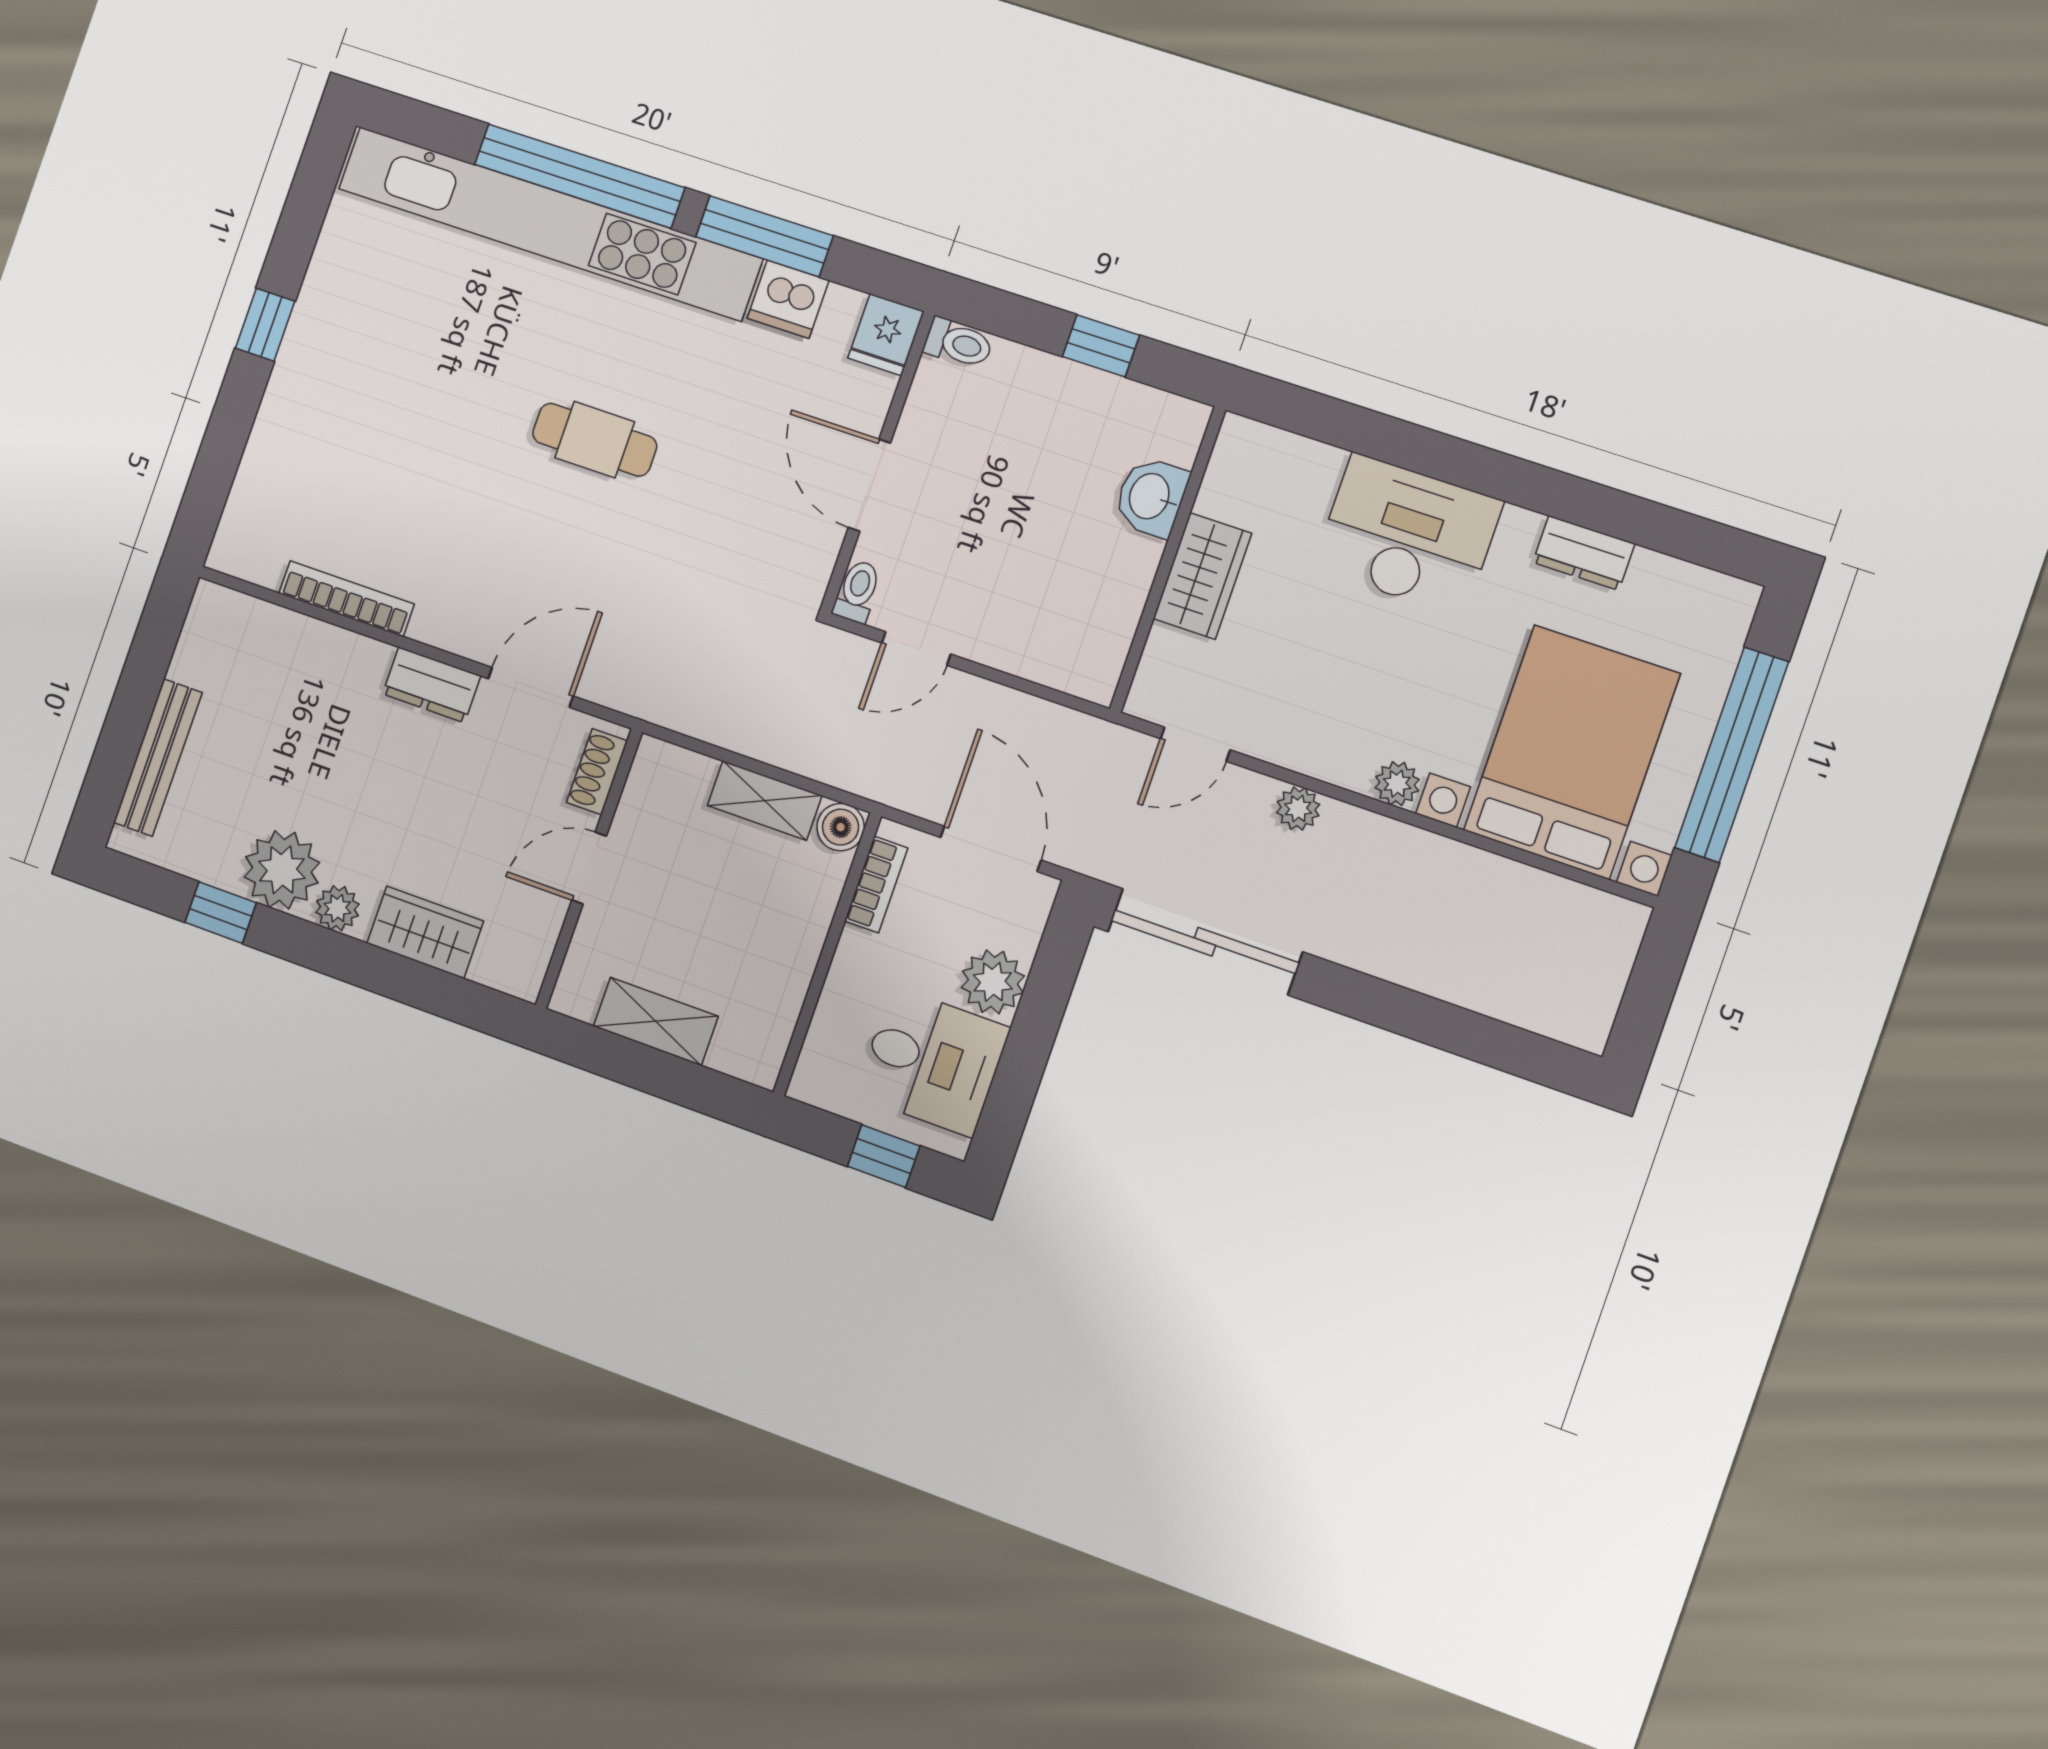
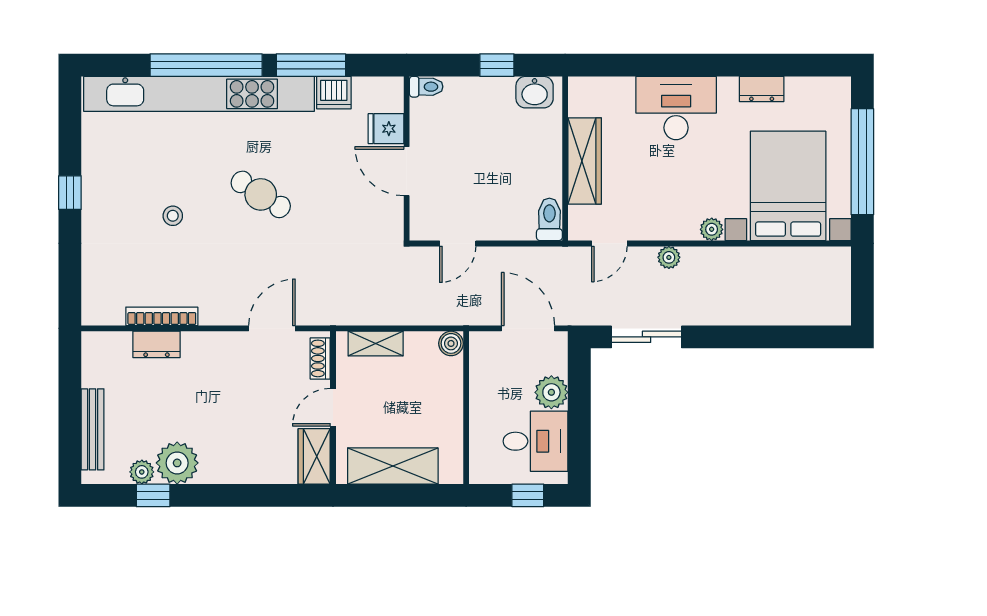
fridge: (886, 335) -> (386, 129), moved, turned 90
stool: (428, 426) -> (173, 216), added
cafe table: (595, 440) -> (261, 194), turned 33
washbasin: (1151, 497) -> (535, 92), moved, turned -90
wardrobe: (1202, 576) -> (585, 161), width x1.50
toilet: (857, 591) -> (549, 219), moved, width x1.37, depth x1.39
dresser: (432, 685) -> (156, 344), moved
shelving: (765, 801) -> (376, 344), moved
bookcase: (876, 884) -> (478, 365), removed
plant: (337, 908) -> (142, 472), moved
wardrobe: (425, 932) -> (314, 456), moved, turned -90
sliding door: (1205, 942) -> (647, 337), width x0.73
shelving: (656, 1021) -> (393, 466), width x1.50, depth x1.33

